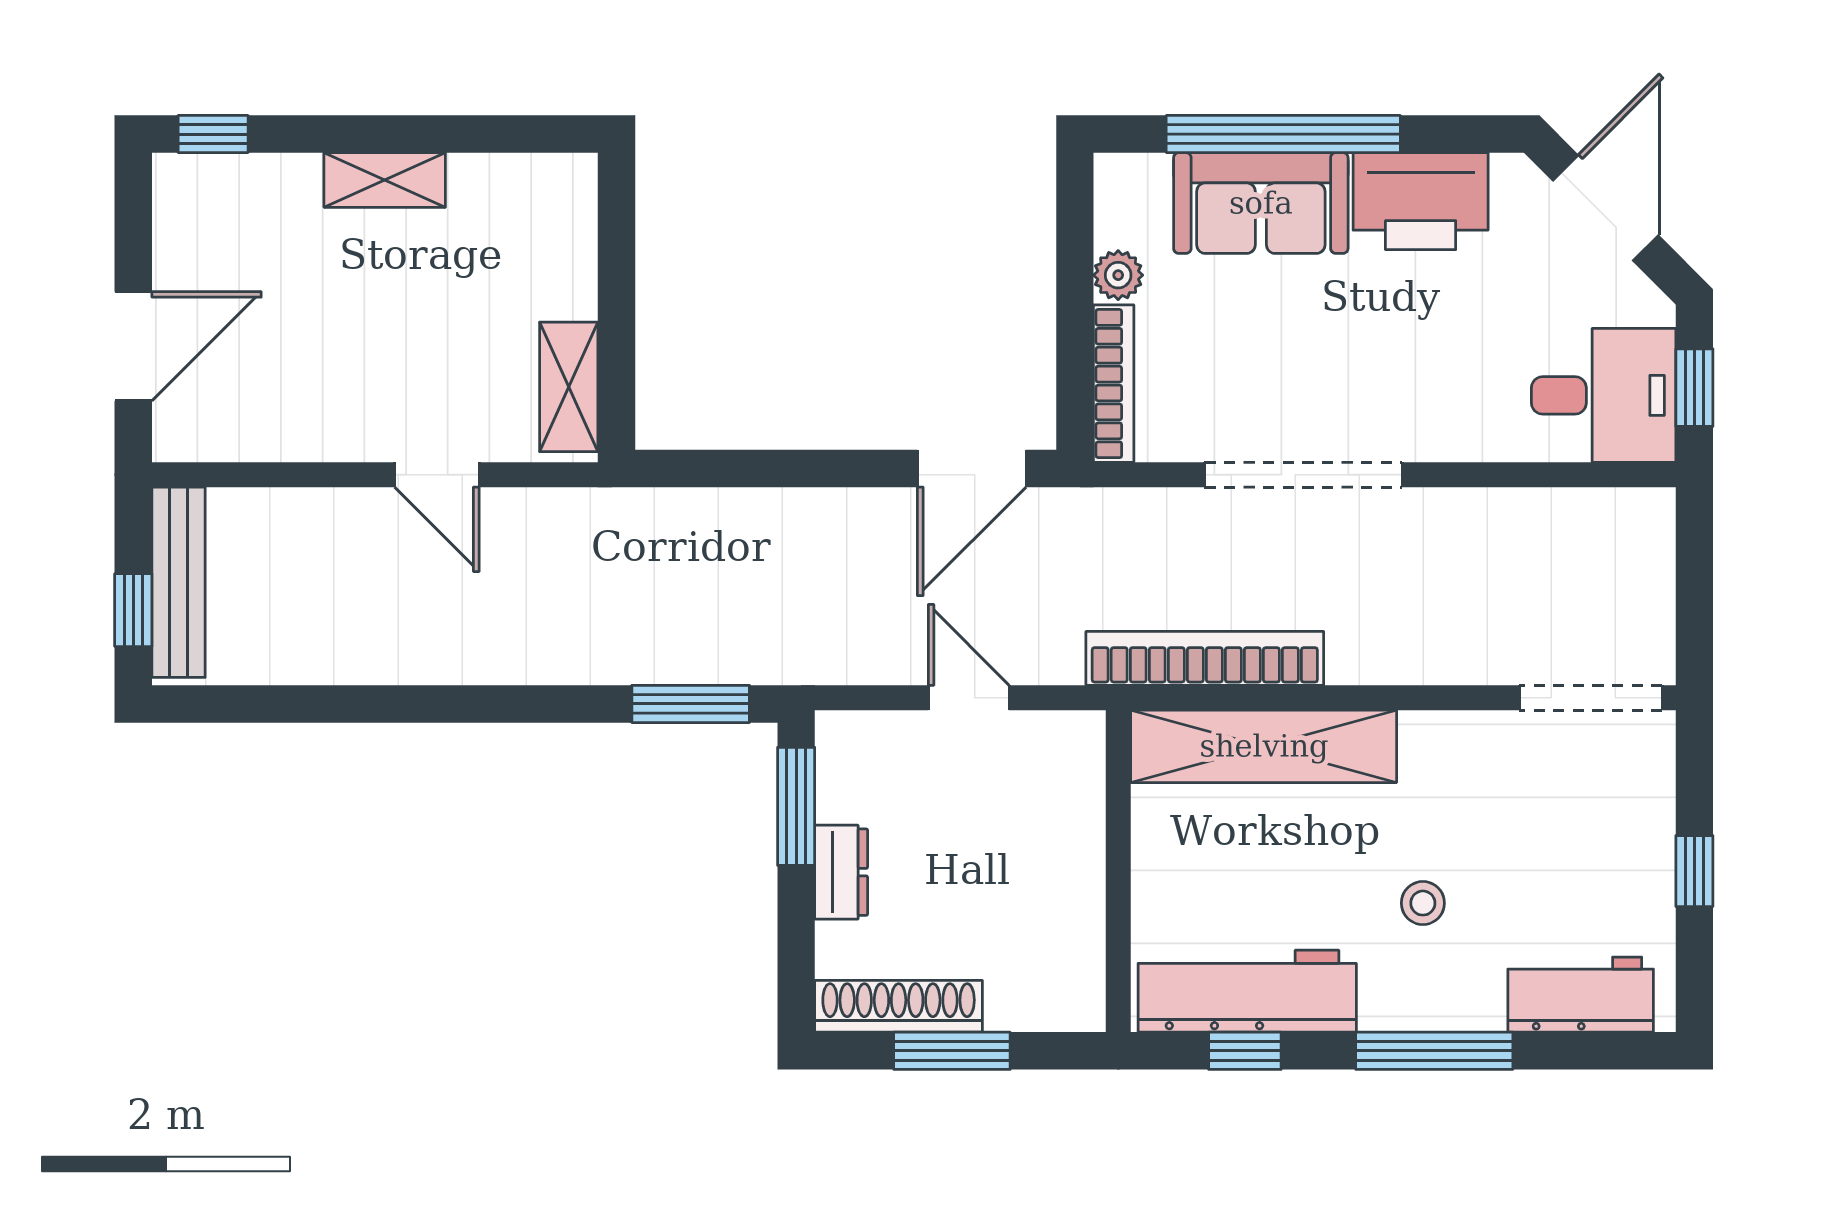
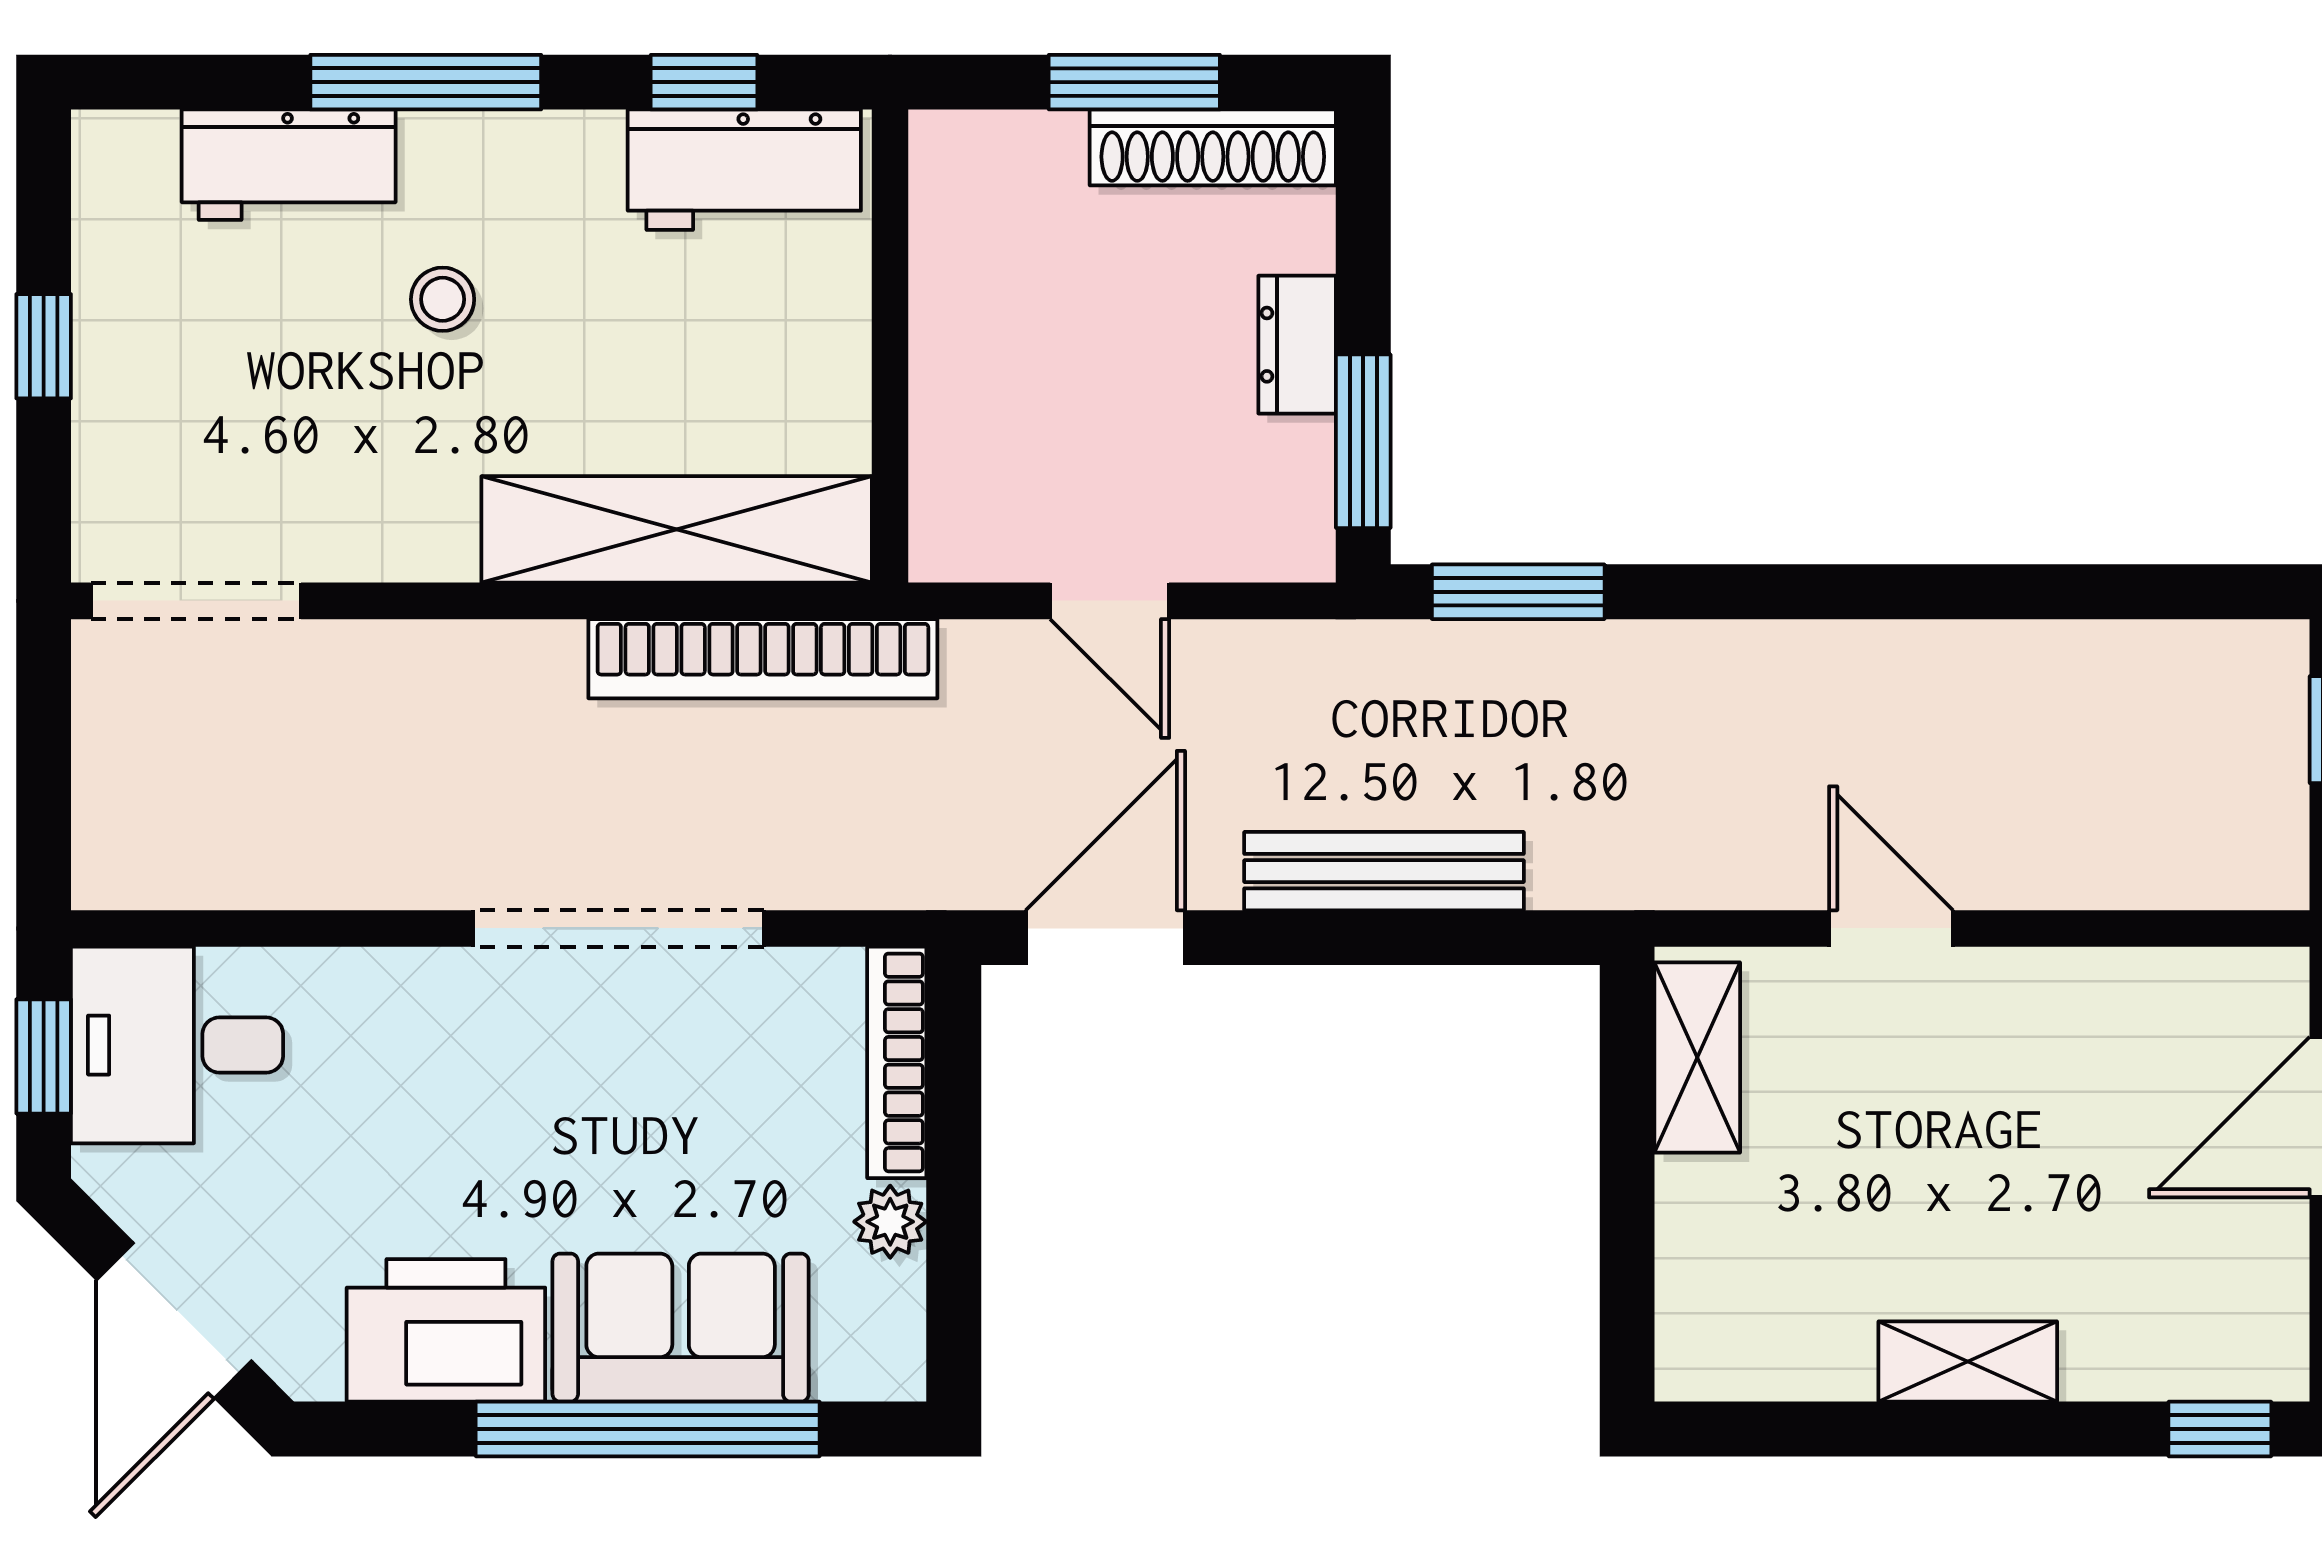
bench: (179, 582) -> (1384, 871), moved, turned 90
workbench: (1247, 991) -> (744, 170), width x0.73
workbench: (1581, 995) -> (289, 165), moved

